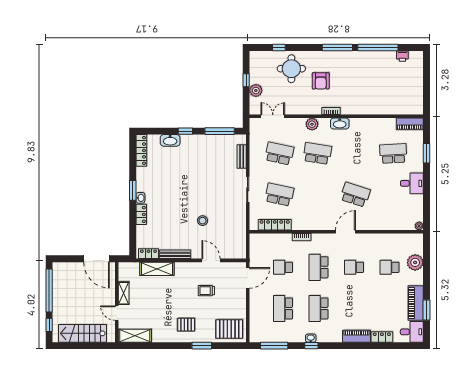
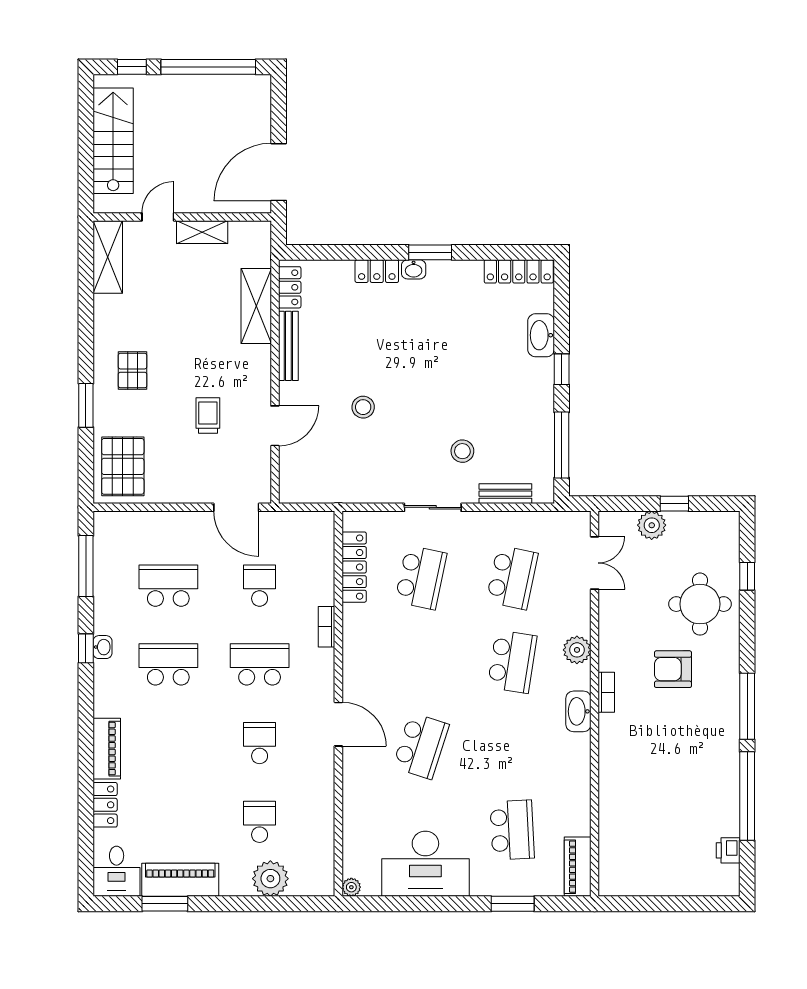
stool: (222, 176) -> (462, 451), added
desk: (412, 183) -> (425, 864), width x1.87, depth x1.30

